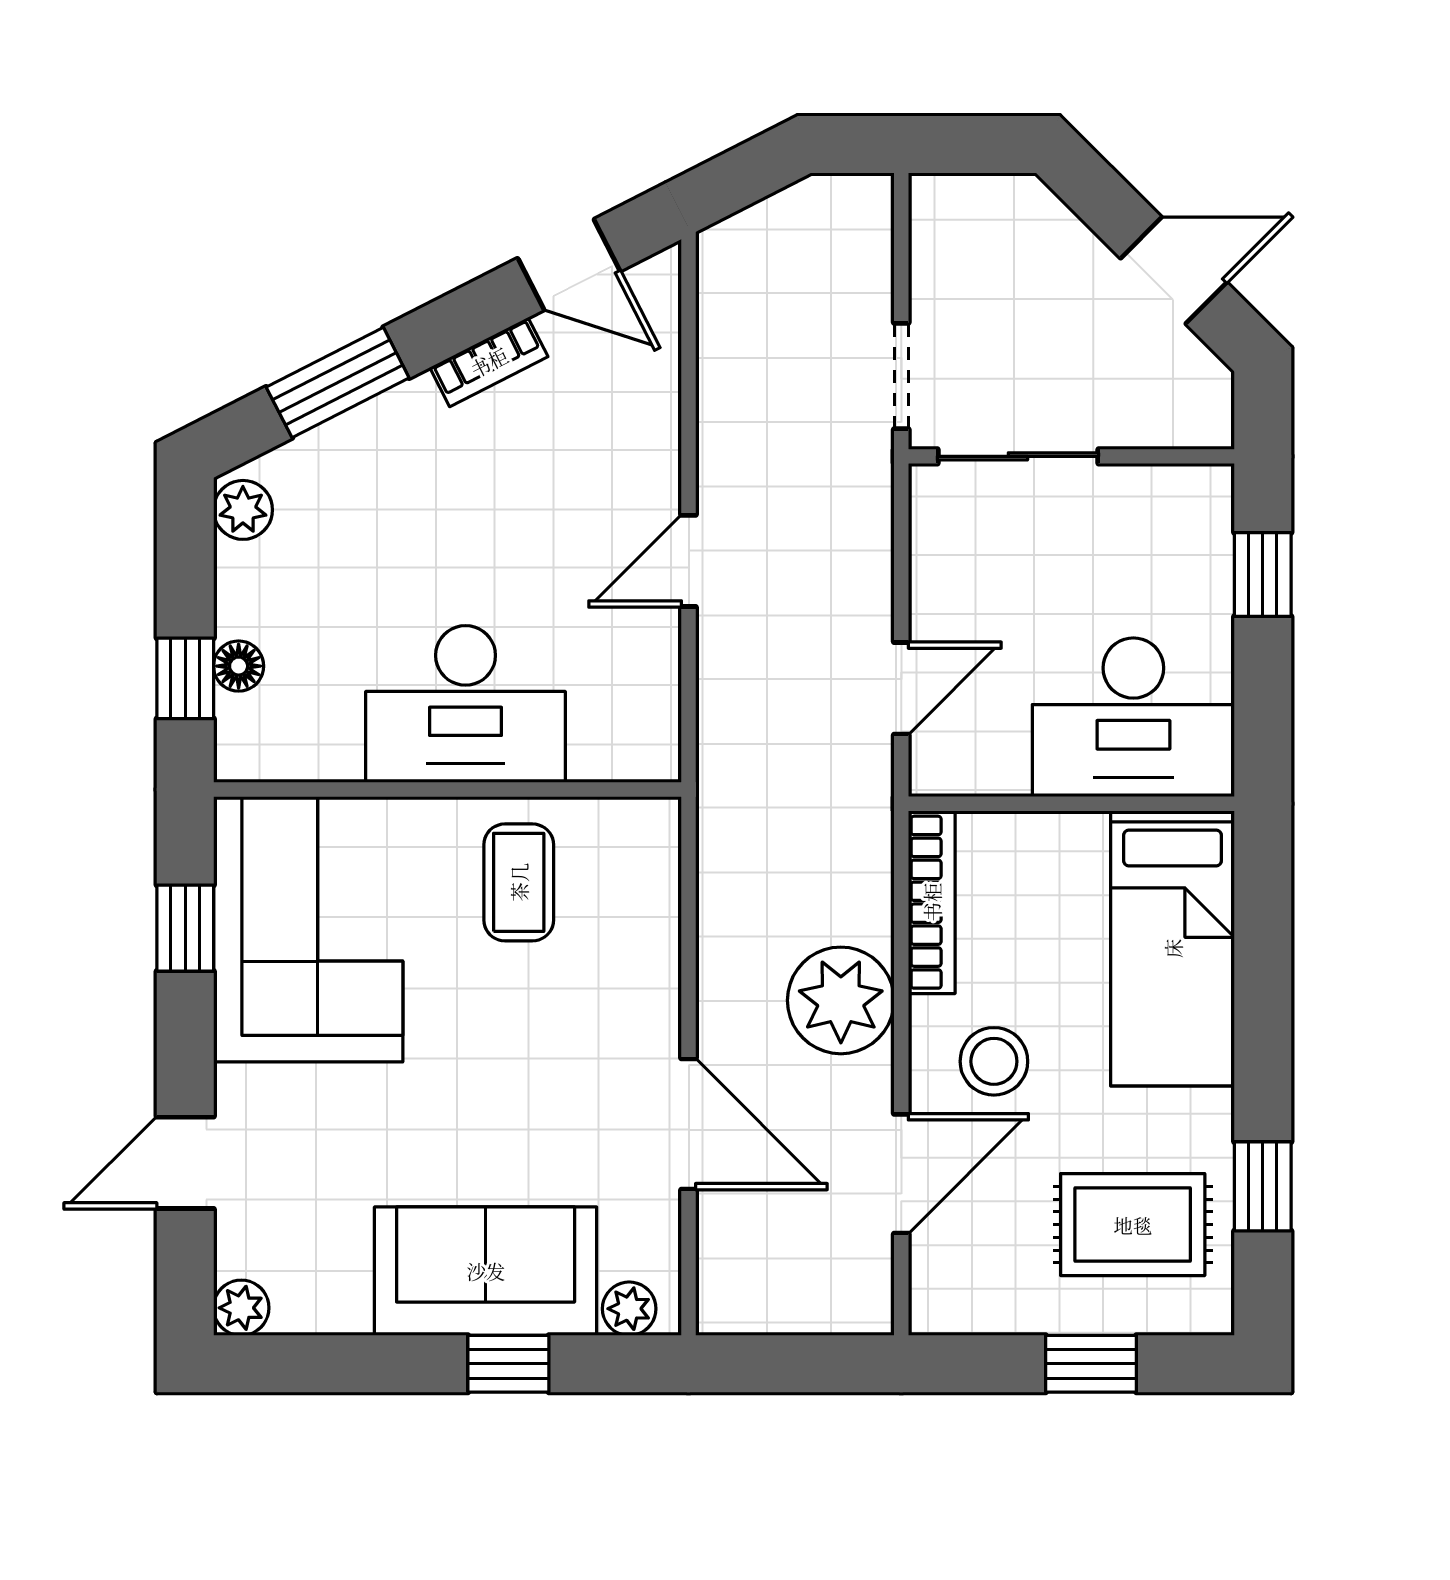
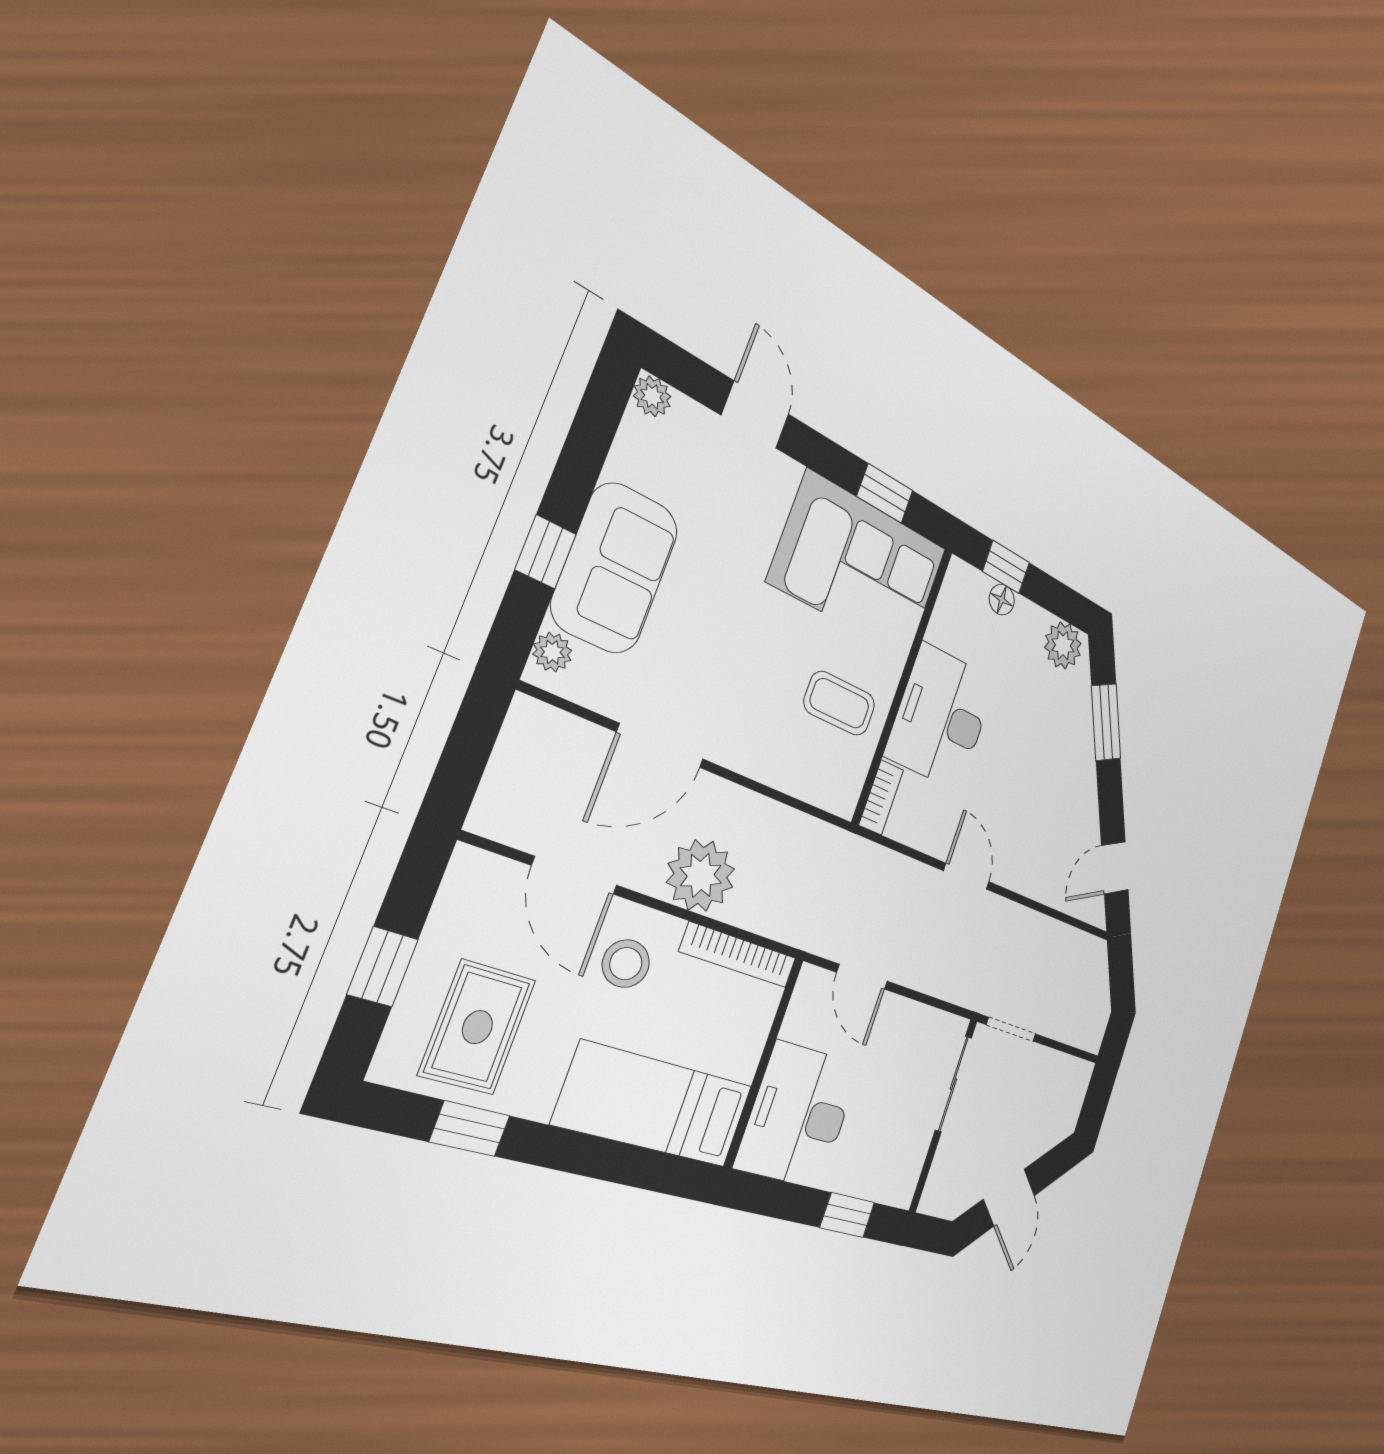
bookcase: (489, 362) -> (881, 797), moved, turned -153
plant: (243, 510) -> (1063, 645), width x1.38, depth x1.38

